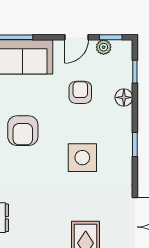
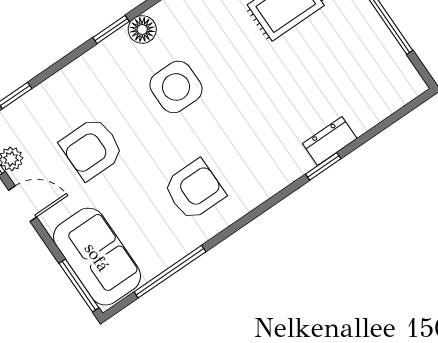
armchair: (80, 92) -> (92, 149), width x1.38, depth x1.38
floor lamp: (124, 97) -> (142, 29), moved

